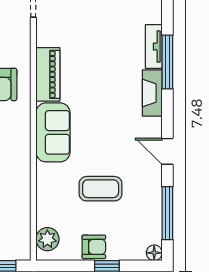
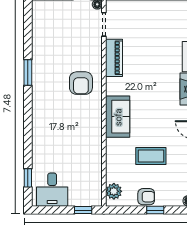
piano: (48, 74) -> (114, 58), moved

